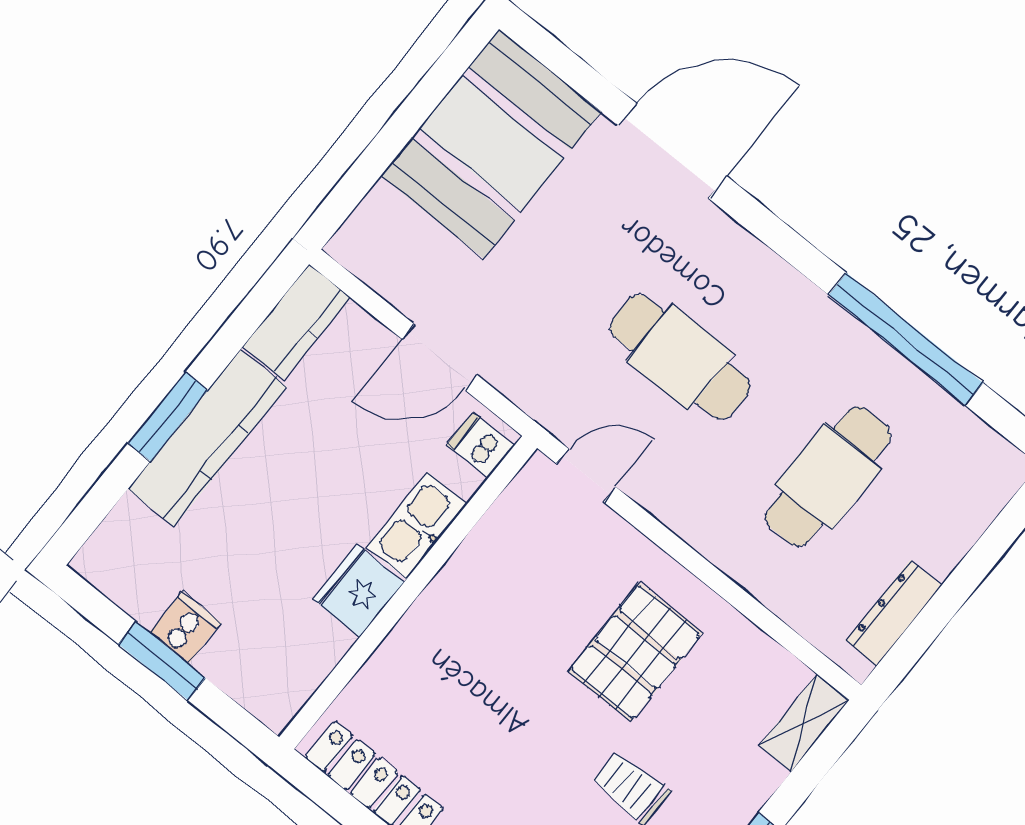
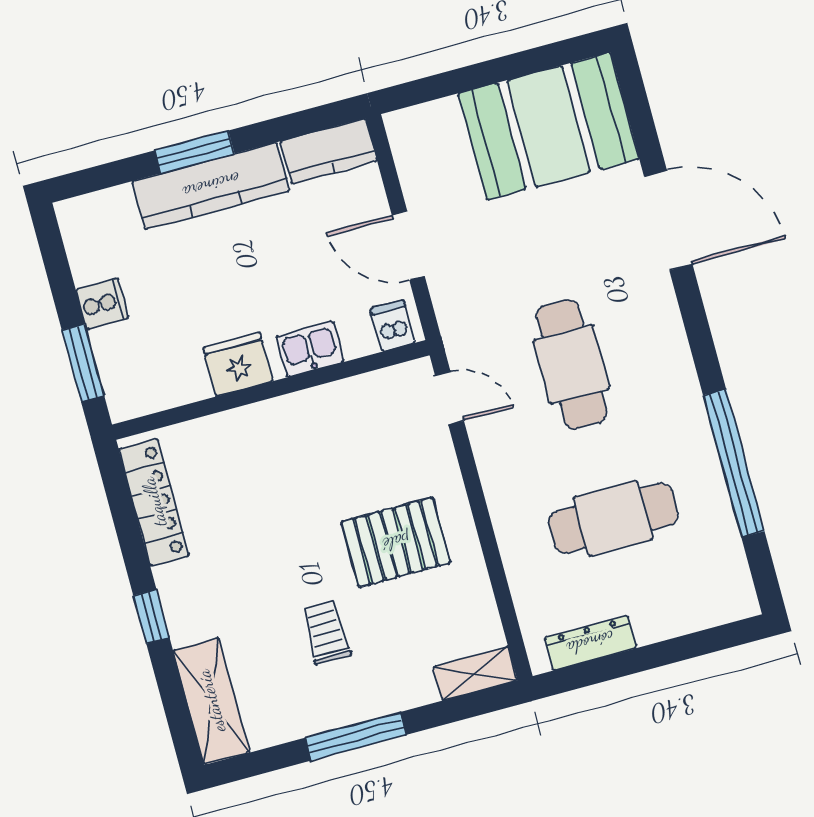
kitchen sink: (417, 526) -> (310, 349), width x0.73
window: (162, 661) -> (83, 363), moved

